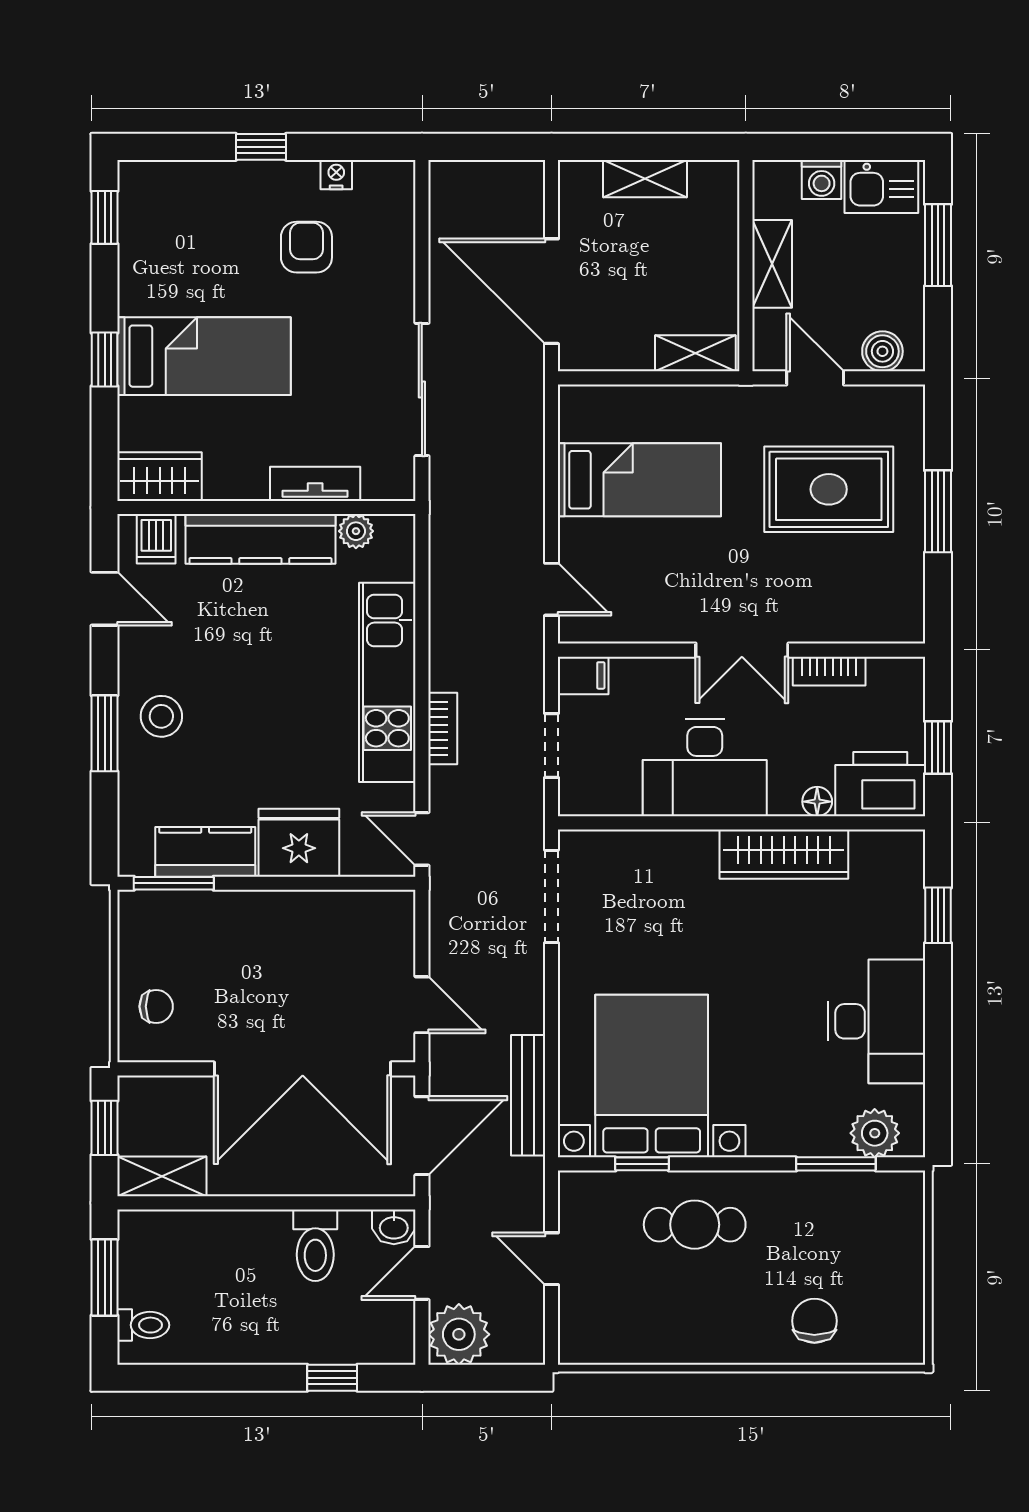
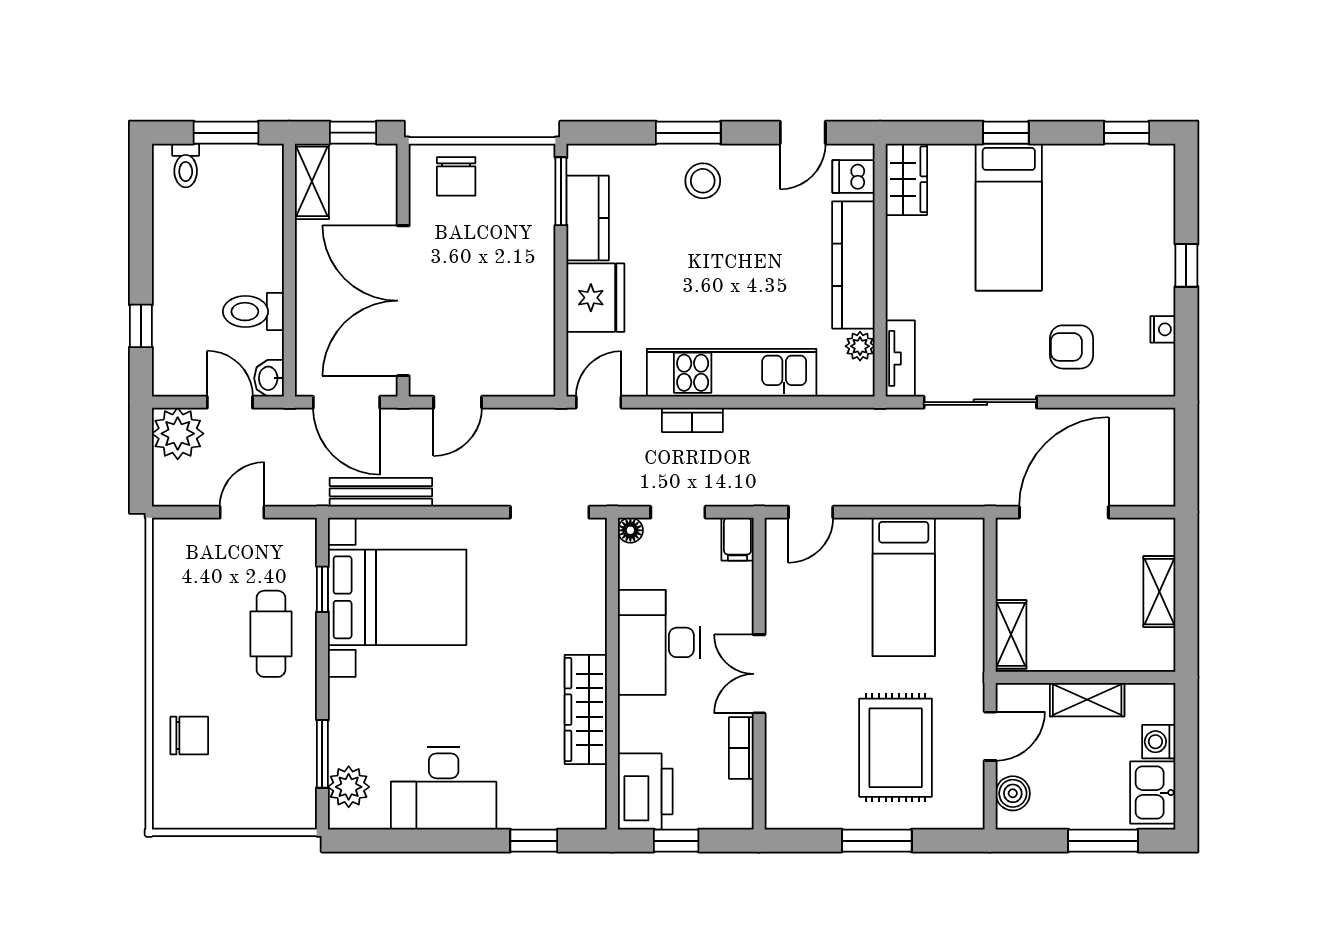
armchair: (306, 247) -> (1072, 347), moved, turned 180
tv unit: (315, 484) -> (900, 358), moved
floor lamp: (817, 802) -> (630, 530), moved
chair: (156, 1006) -> (456, 176), width x1.37, depth x1.37

